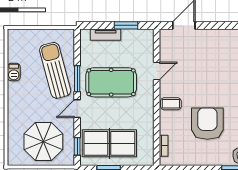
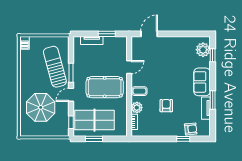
barbecue: (14, 72) -> (25, 43), moved
pool table: (111, 82) -> (105, 87), moved
armchair: (207, 124) -> (166, 106), width x0.53, depth x0.53
plant: (167, 126) -> (137, 108), added
parasol: (43, 142) -> (41, 107), moved

